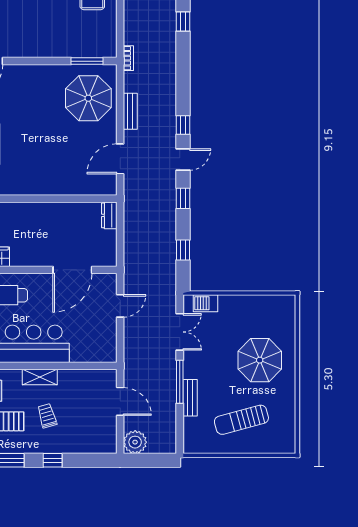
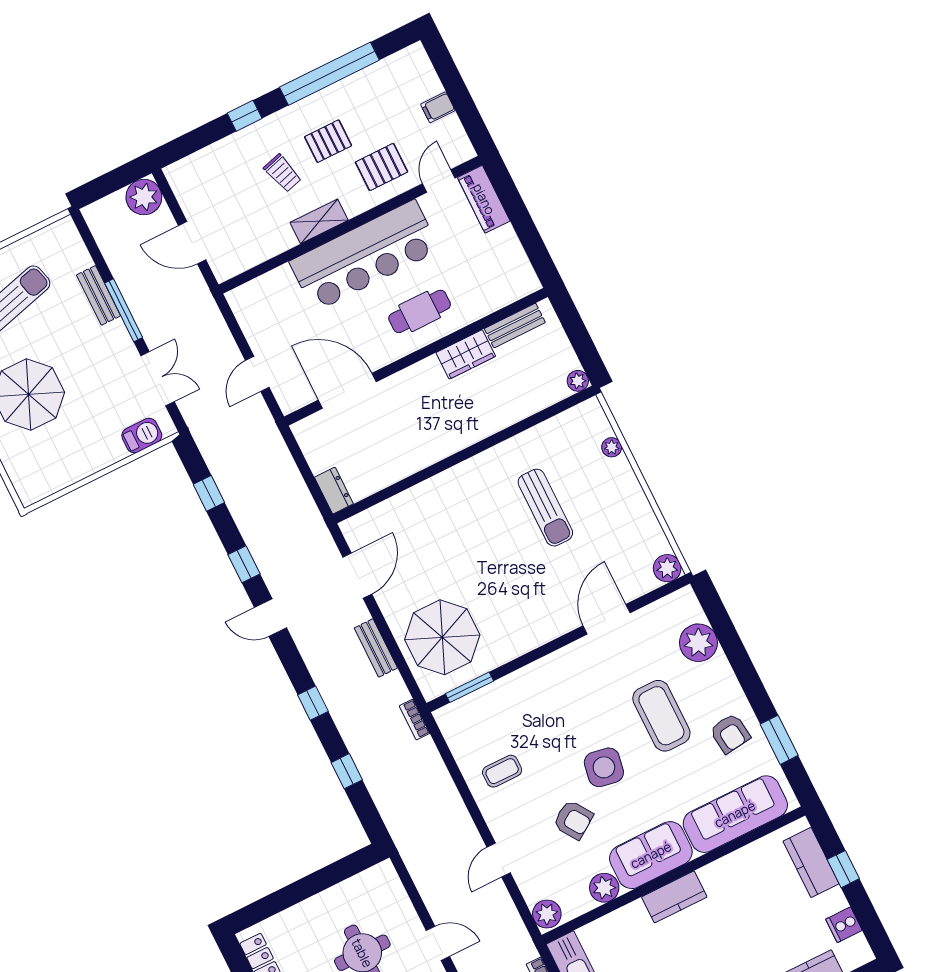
window: (183, 21) -> (347, 771), moved
window: (183, 125) -> (313, 703), moved
door: (183, 160) -> (271, 618), hinge flipped
door: (72, 270) -> (347, 391), hinge flipped
double door: (180, 332) -> (158, 379), swing flipped

